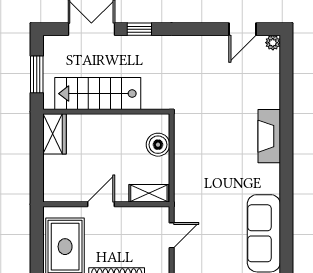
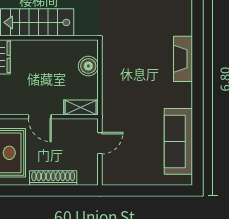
door: (101, 204) -> (40, 117), swing flipped

